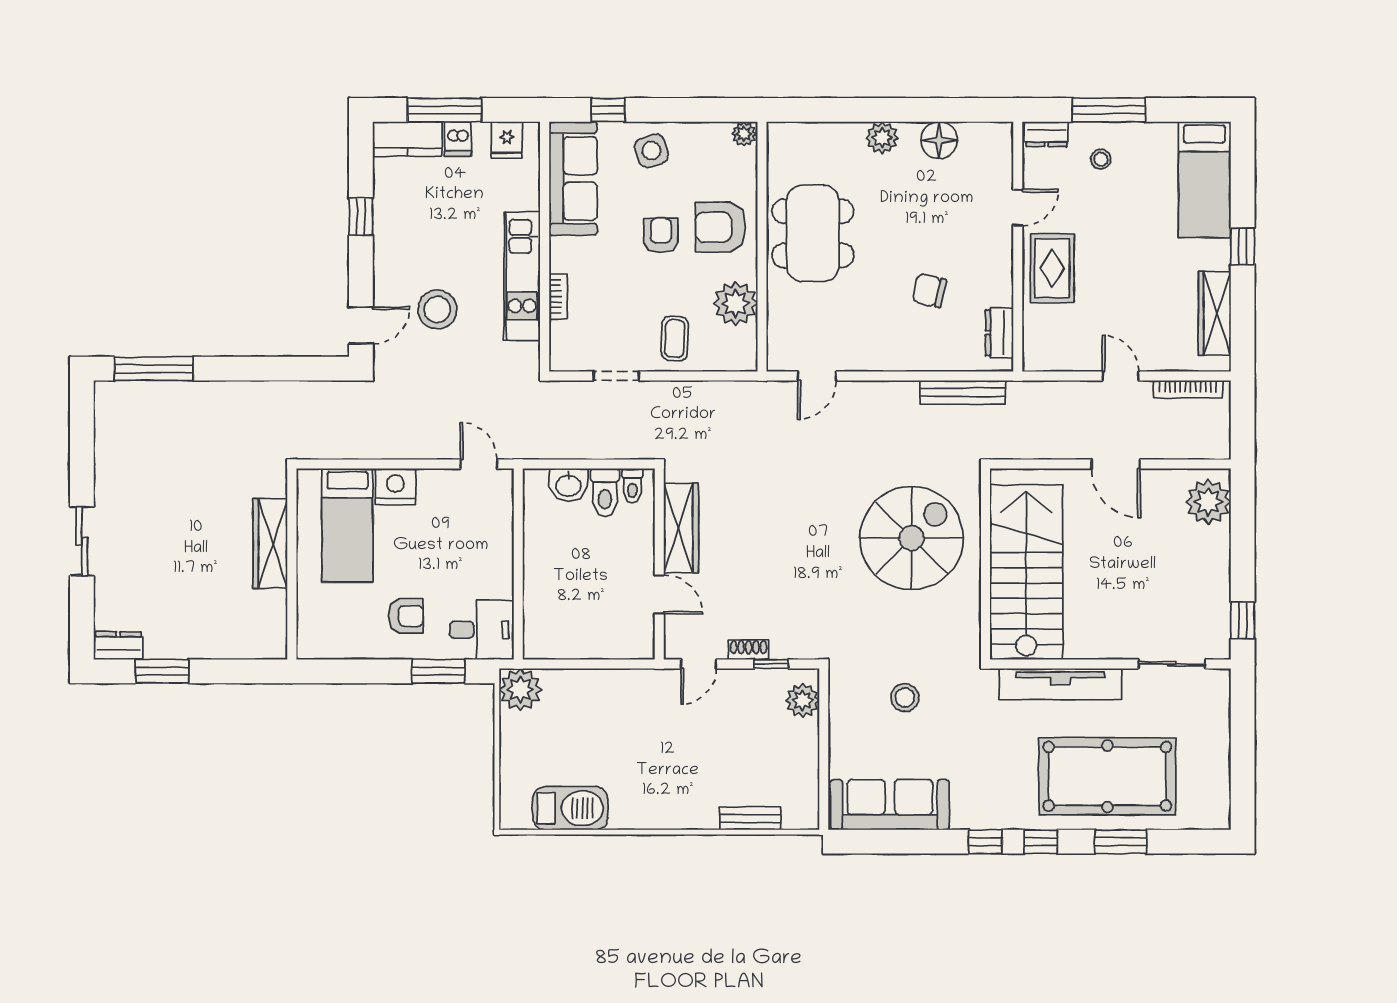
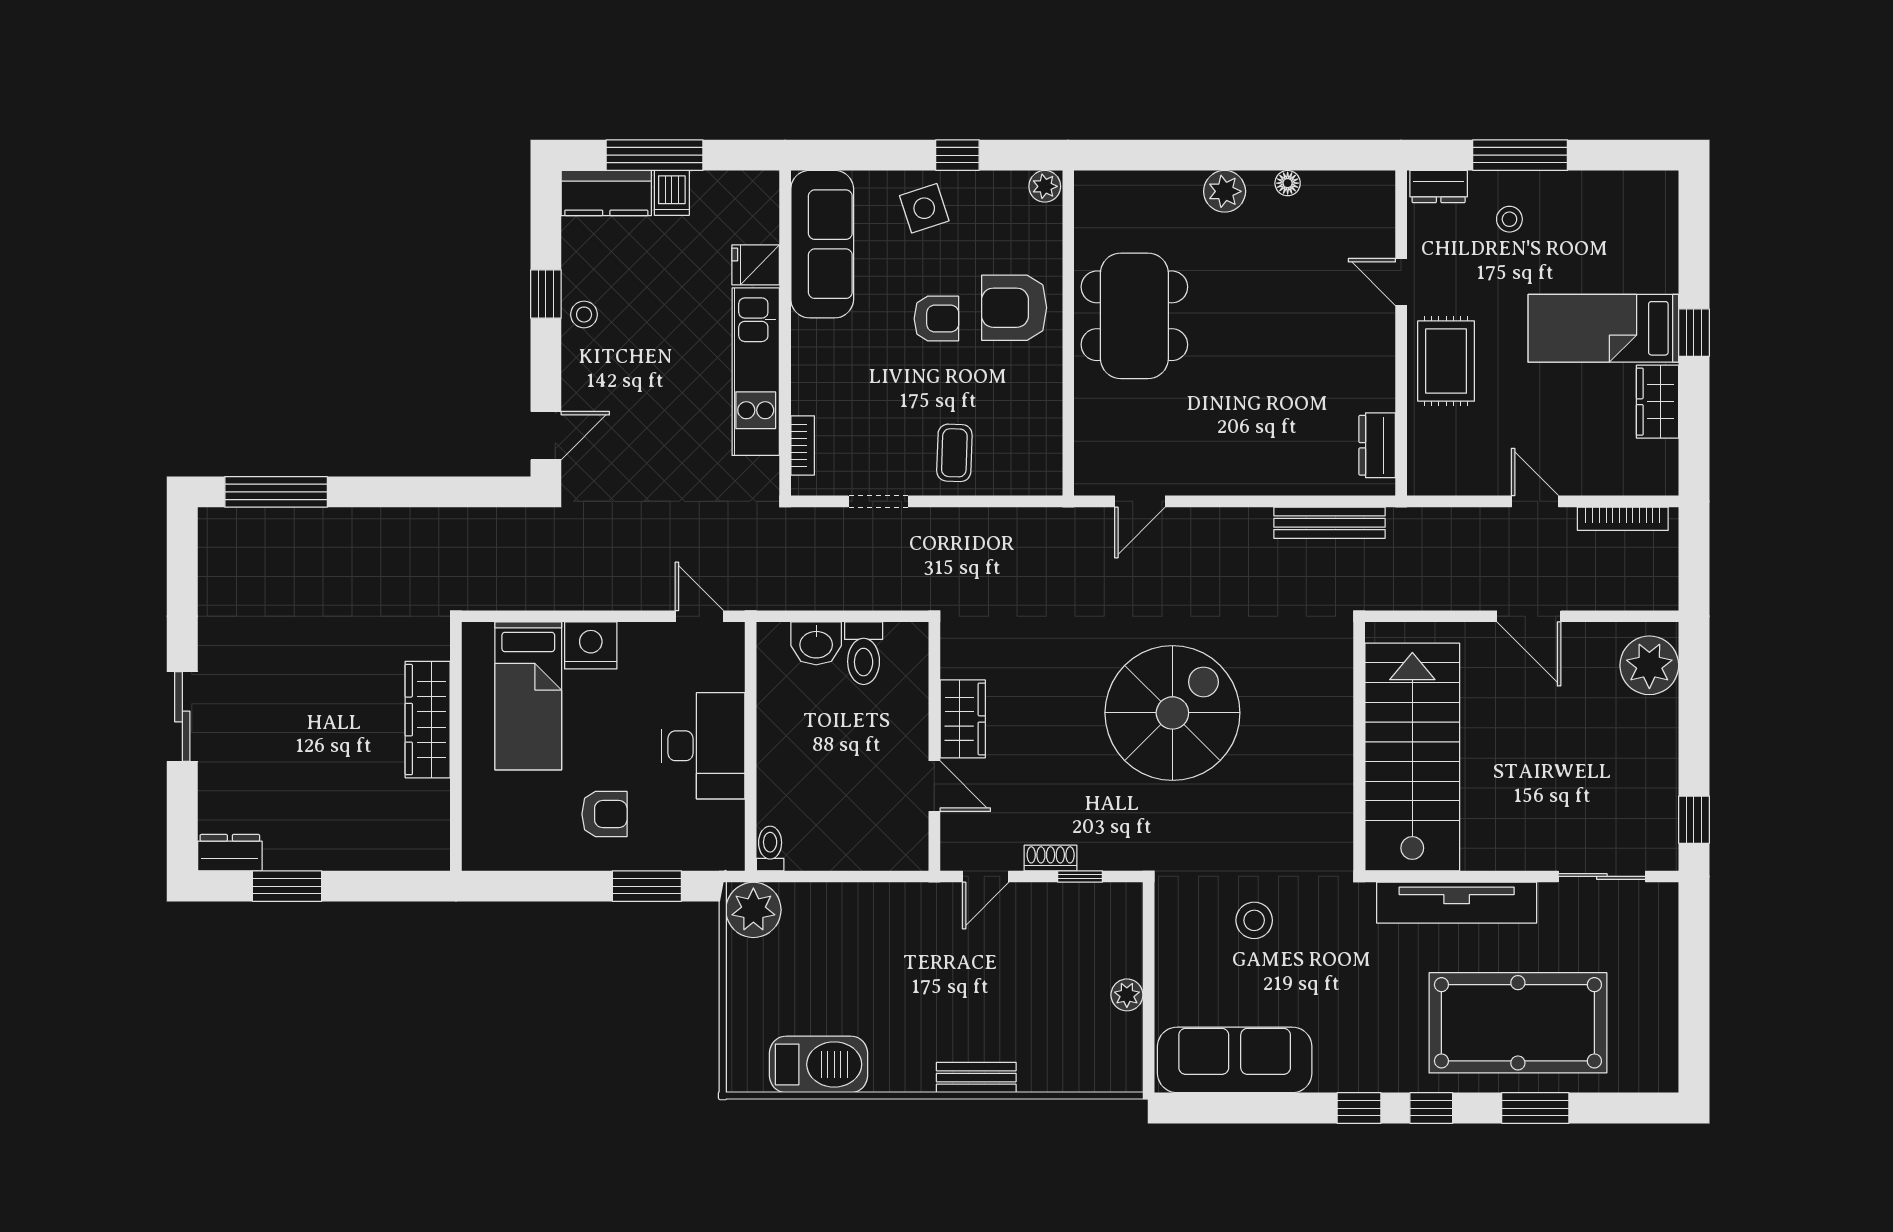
window: (608, 110) -> (957, 155), moved
fridge: (507, 140) -> (756, 265), moved, turned 90
floor lamp: (939, 140) -> (1288, 183), width x0.53, depth x0.53
bed: (1204, 180) -> (1603, 328), moved, turned 90
door: (1018, 207) -> (1401, 282), swing flipped
armchair: (661, 235) -> (936, 319), turned 90
chair: (929, 290) -> (1286, 390), removed
bookcase: (558, 297) -> (803, 445), moved
plant: (736, 303) -> (1034, 407), removed
stool: (437, 309) -> (584, 315), moved, width x0.53, depth x0.53
wardrobe: (1215, 313) -> (1658, 402), width x0.67
toilet: (632, 486) -> (770, 848), moved, turned 180
wardrobe: (681, 528) -> (963, 719), width x0.67
spiral stairs: (912, 538) -> (1172, 713), moved
desk: (482, 630) -> (703, 746), moved, width x1.37
plant: (803, 700) -> (1127, 995), moved, width x0.73, depth x0.73
bench: (750, 818) -> (976, 1078), moved

